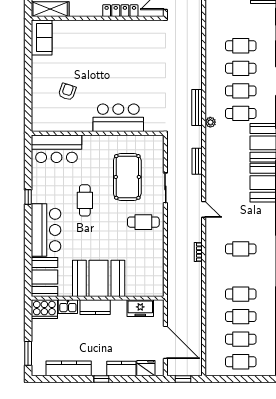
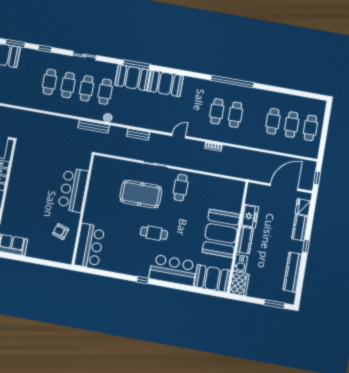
bar counter: (118, 118) -> (73, 190), moved
wall: (98, 133) -> (83, 209), moved
bar counter: (56, 149) -> (89, 246), moved
cafe table: (241, 294) -> (236, 115), moved
freezer: (140, 308) -> (250, 216), moved

